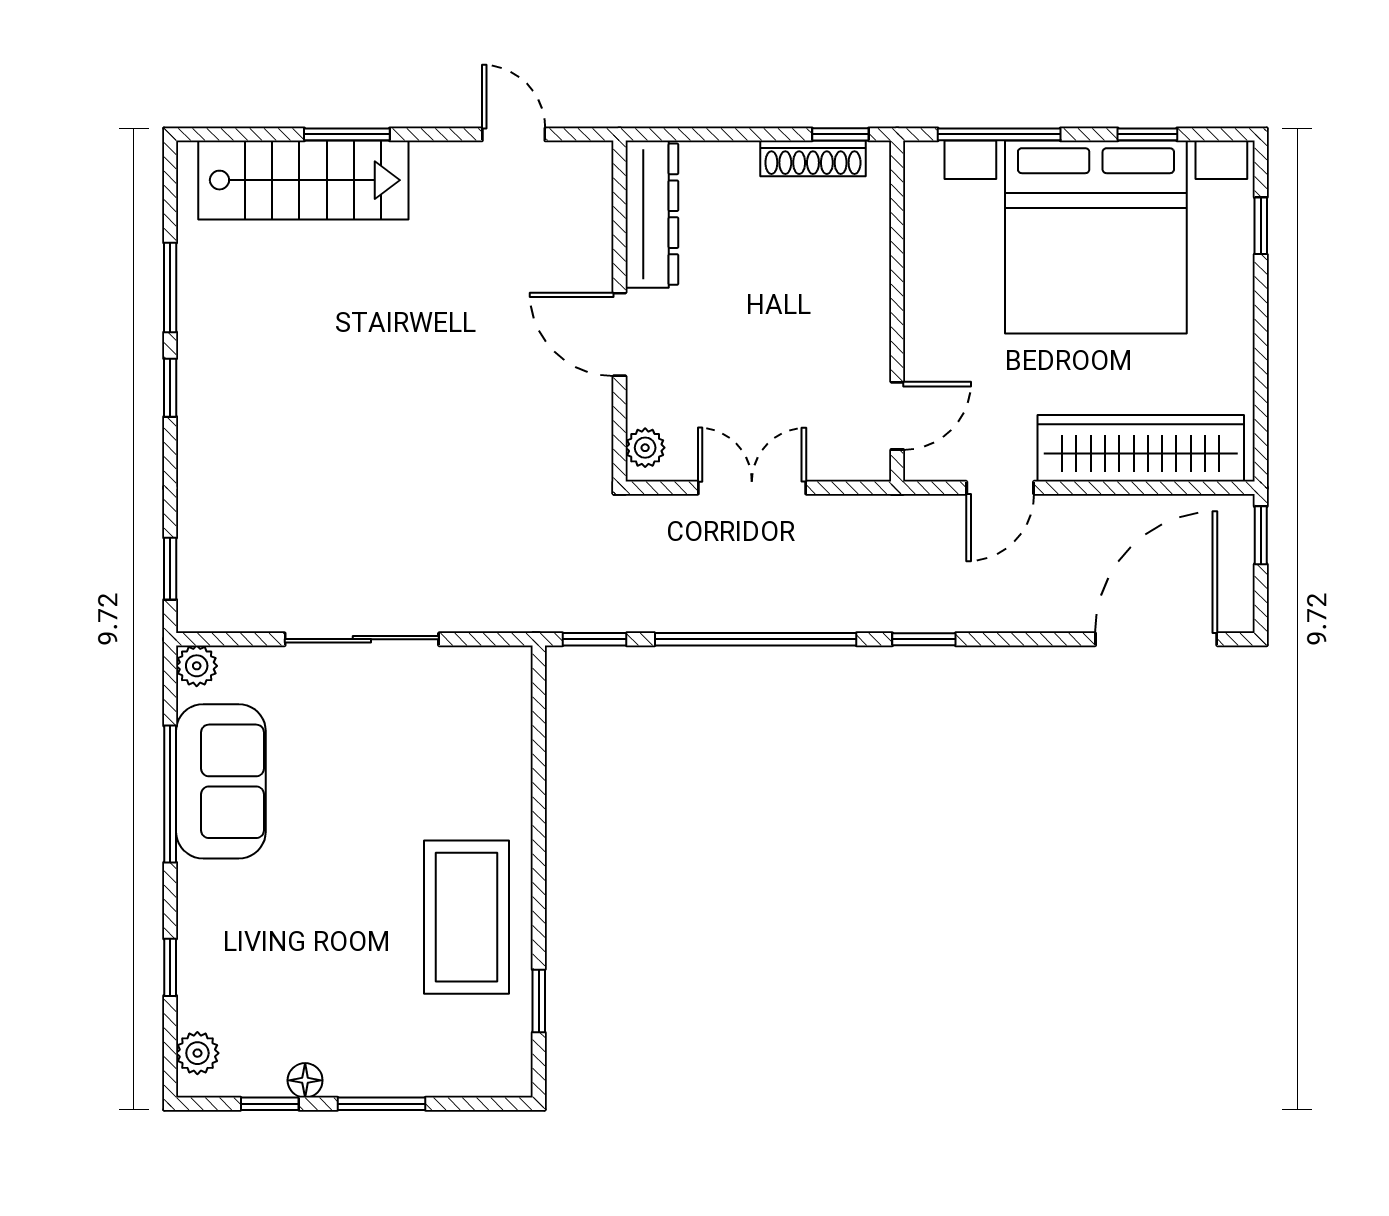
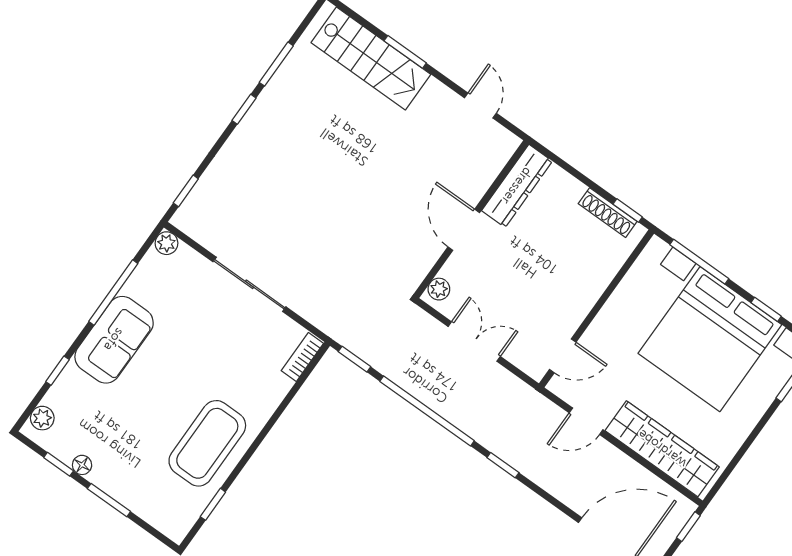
bookcase: (516, 691) -> (302, 357), added
sofa: (221, 781) -> (114, 340), moved

